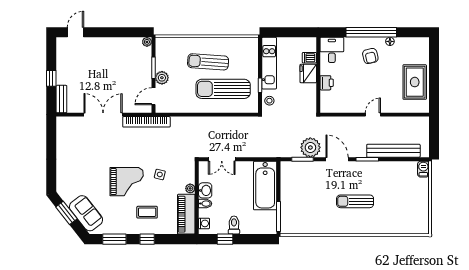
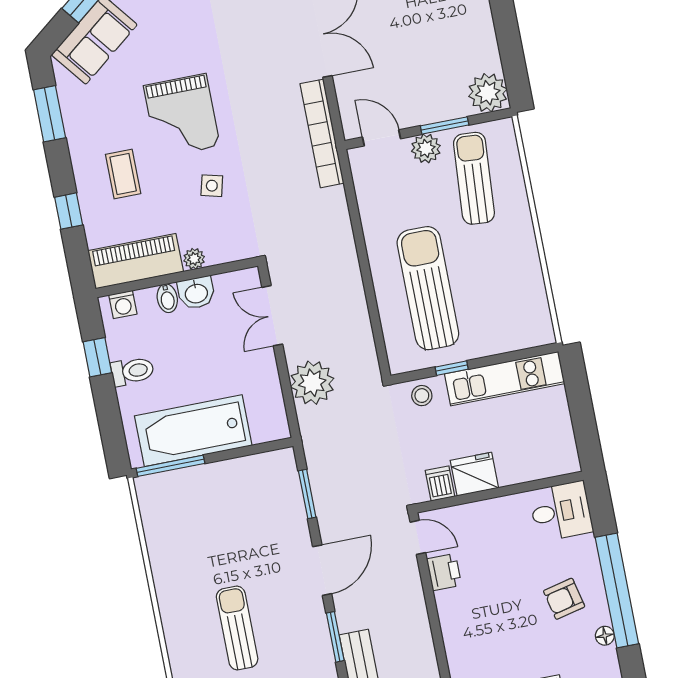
plant: (147, 42) -> (488, 93), width x1.88, depth x1.88
dishwasher: (309, 58) -> (440, 483), moved
sun lounger: (208, 62) -> (474, 178), moved
fridge: (308, 74) -> (474, 474), moved
printer: (327, 83) -> (444, 572), moved, turned -90
door: (373, 115) -> (418, 537), moved
plant: (310, 147) -> (312, 383), moved
bathtub: (265, 186) -> (193, 431), moved
window: (147, 239) -> (69, 211), moved

